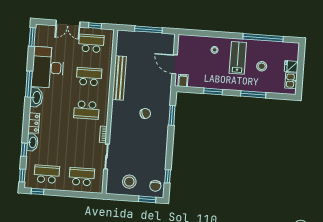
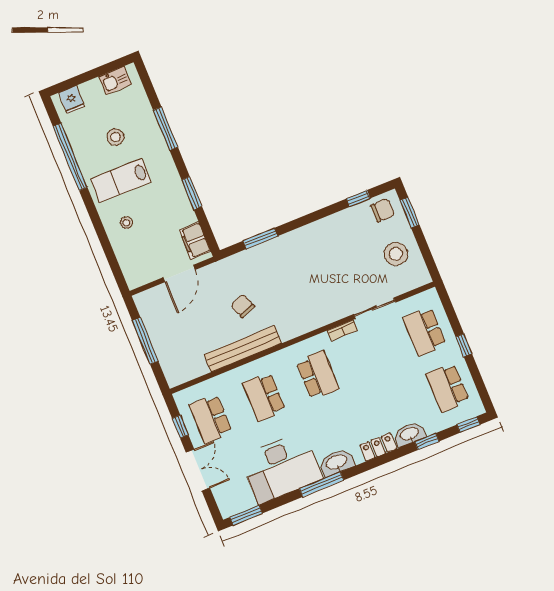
fridge: (291, 66) -> (72, 100), moved
filing cabinet: (183, 81) -> (195, 241), width x2.00
chair: (145, 113) -> (243, 306), moved
window: (38, 191) -> (464, 345), moved

